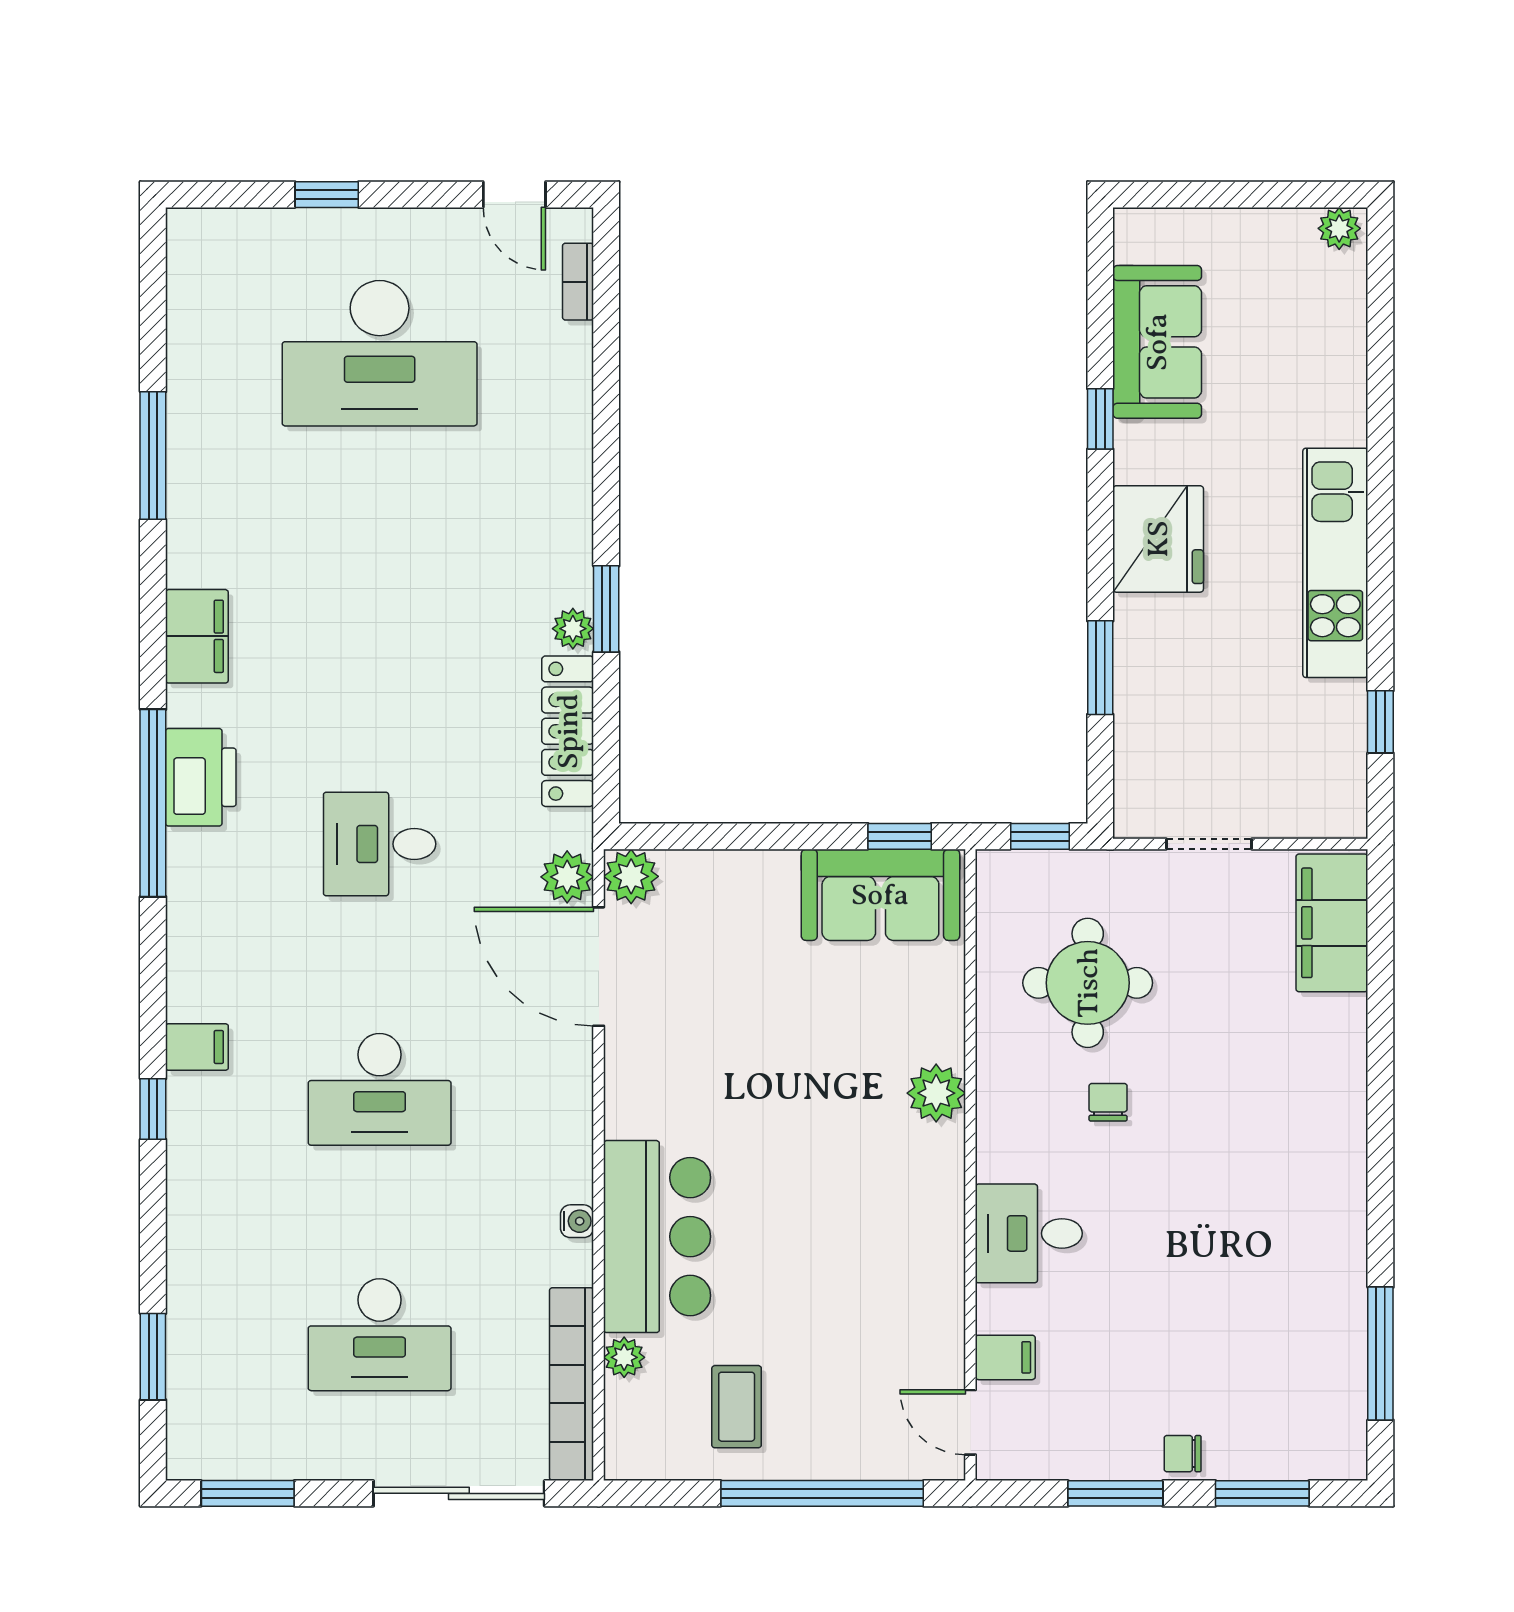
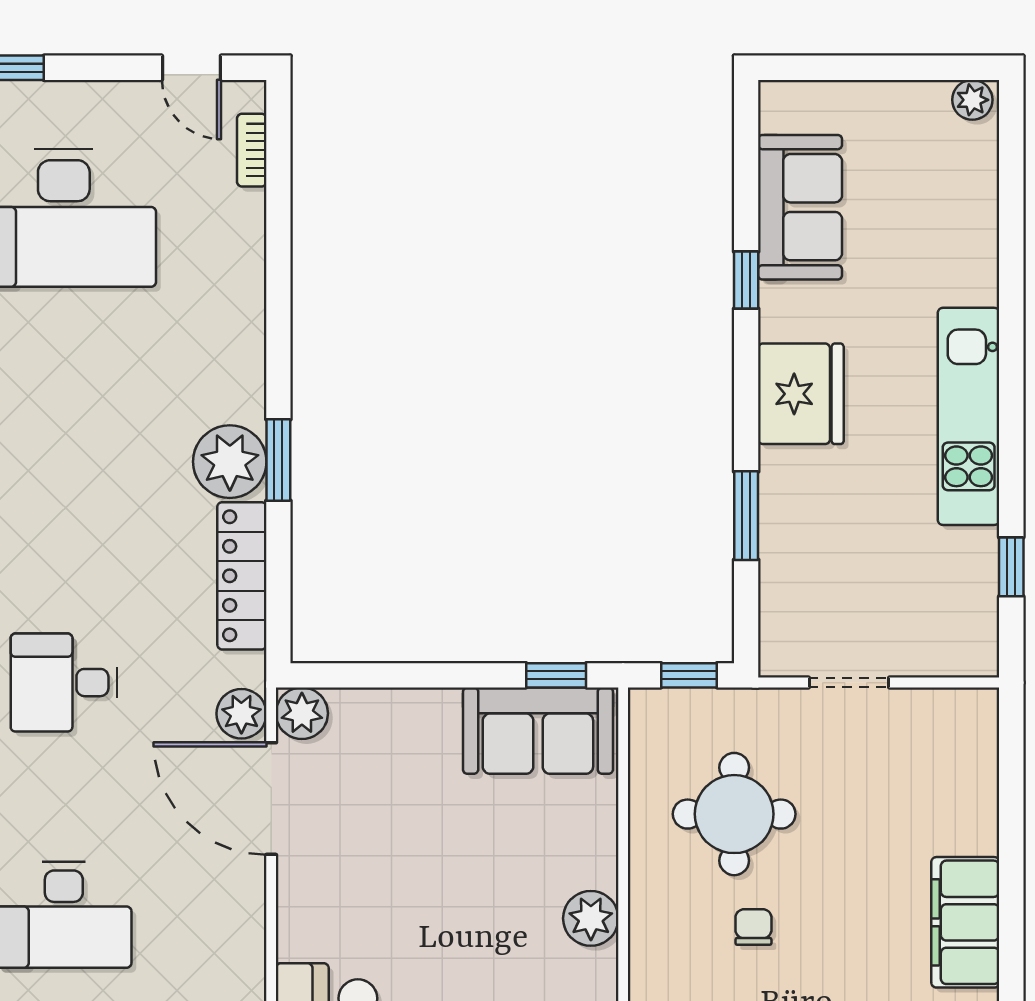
plant: (573, 629) -> (230, 462), width x1.87, depth x1.87
filing cabinet: (1332, 923) -> (965, 922), moved

